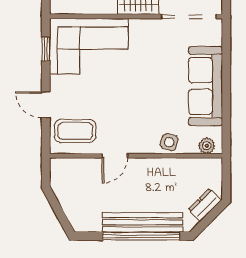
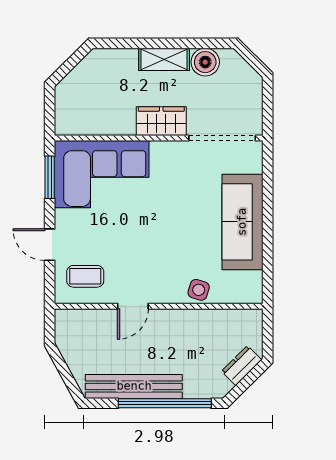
window: (46, 49) -> (50, 177), width x1.50
coffee table: (75, 131) -> (85, 276), width x0.73, depth x0.77
plant: (207, 146) -> (244, 294), removed
bench: (143, 222) -> (134, 386), moved

